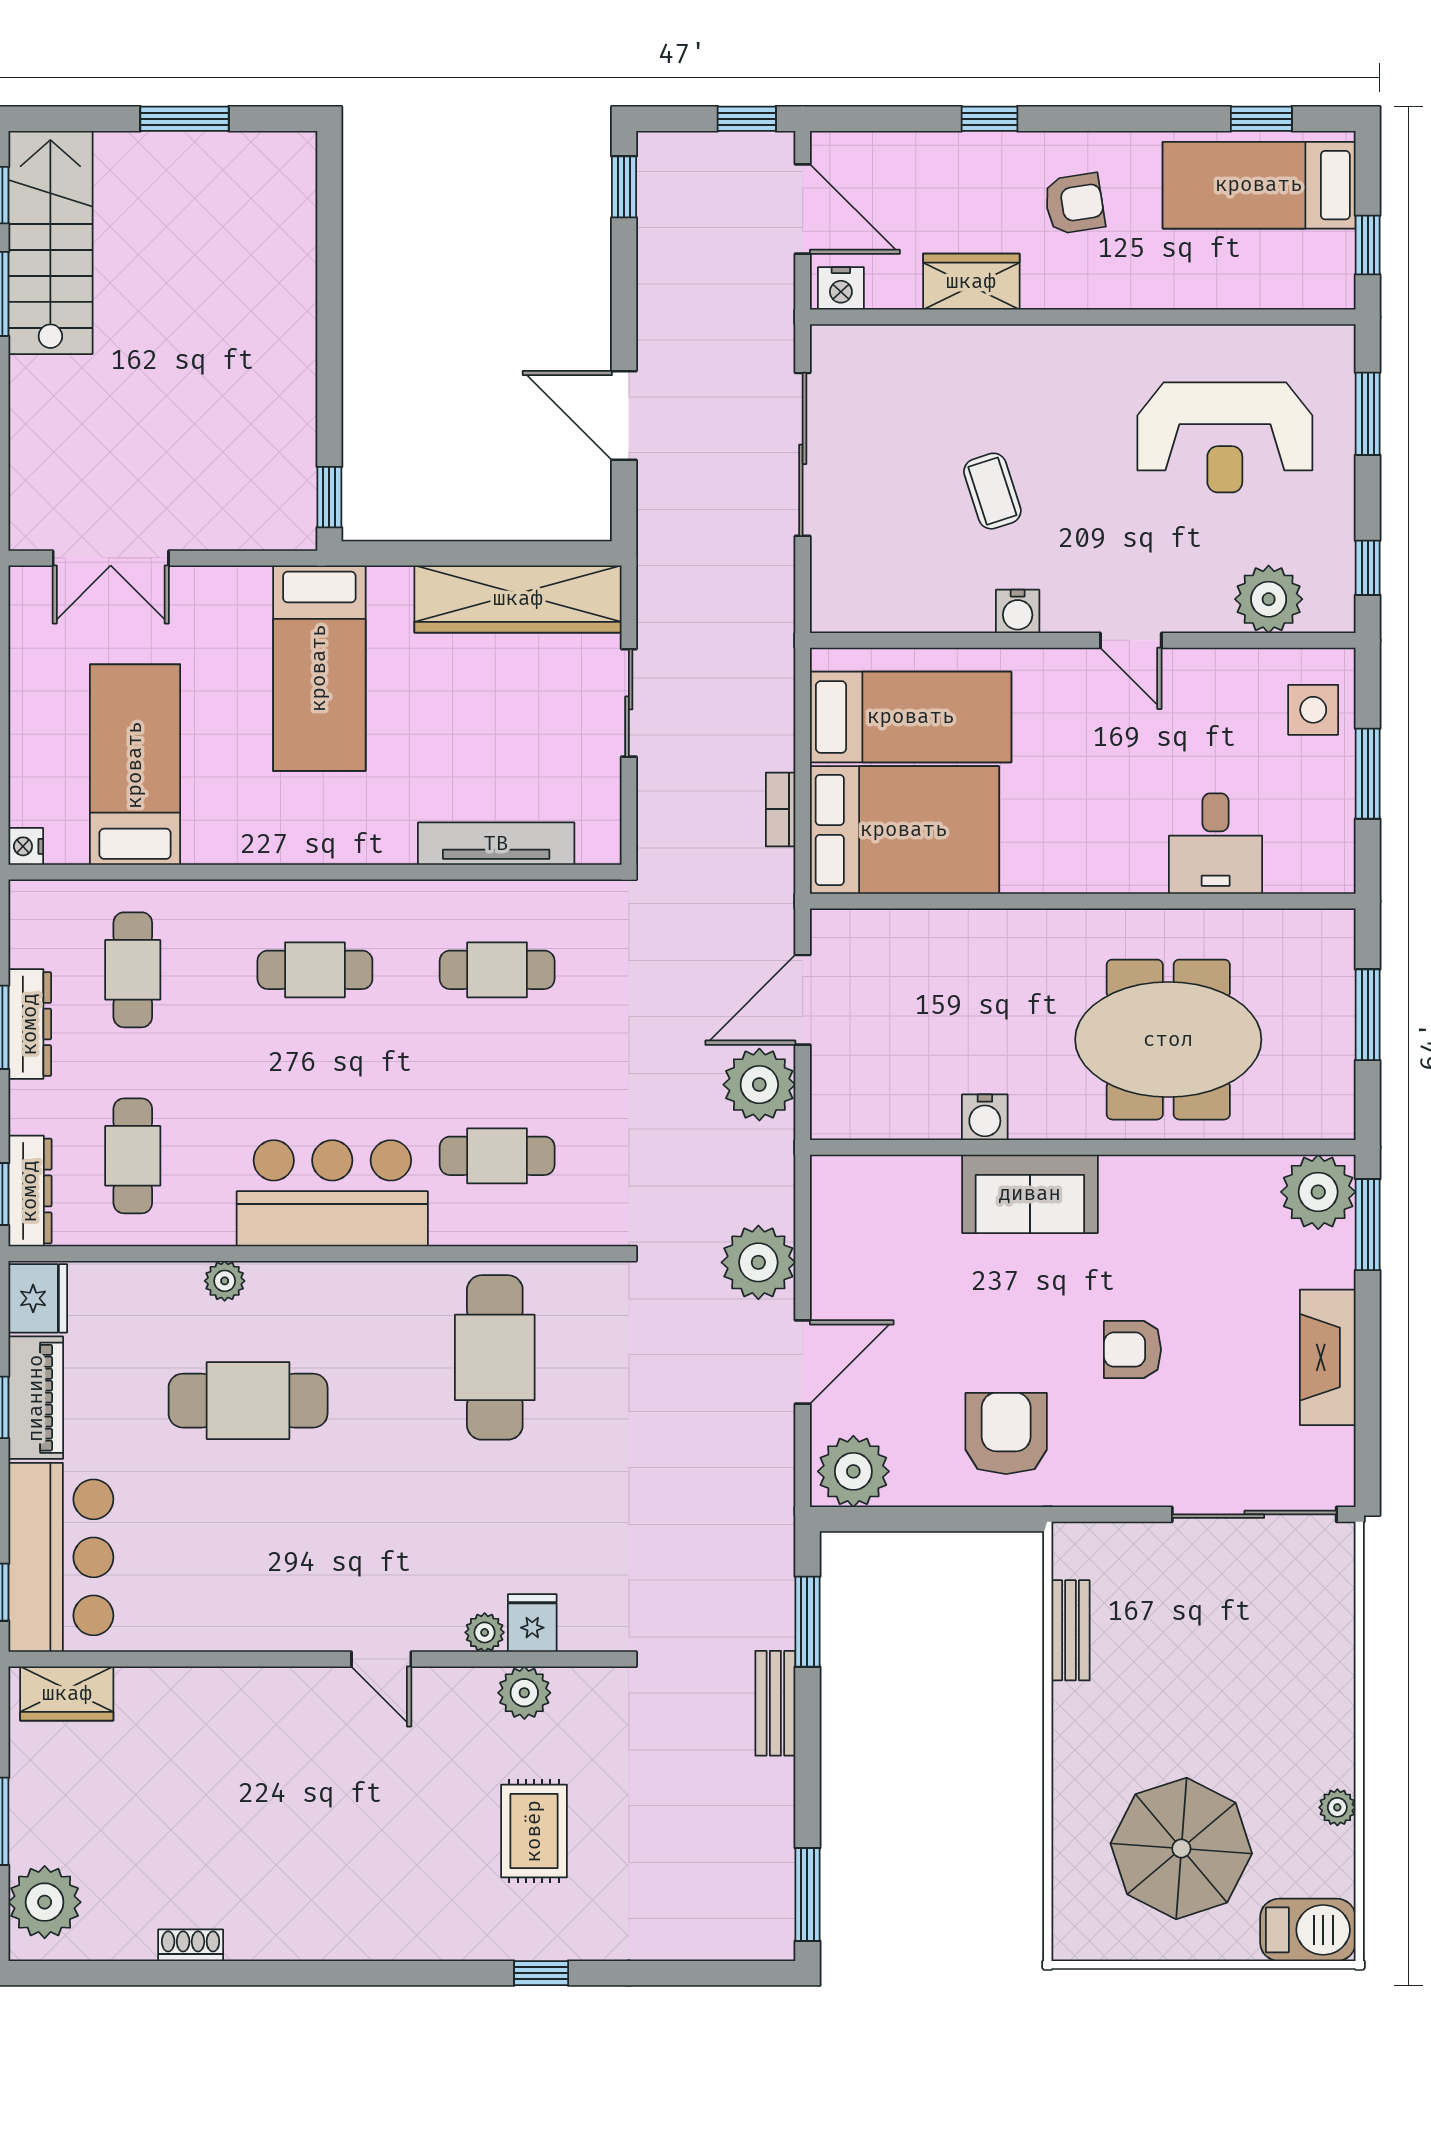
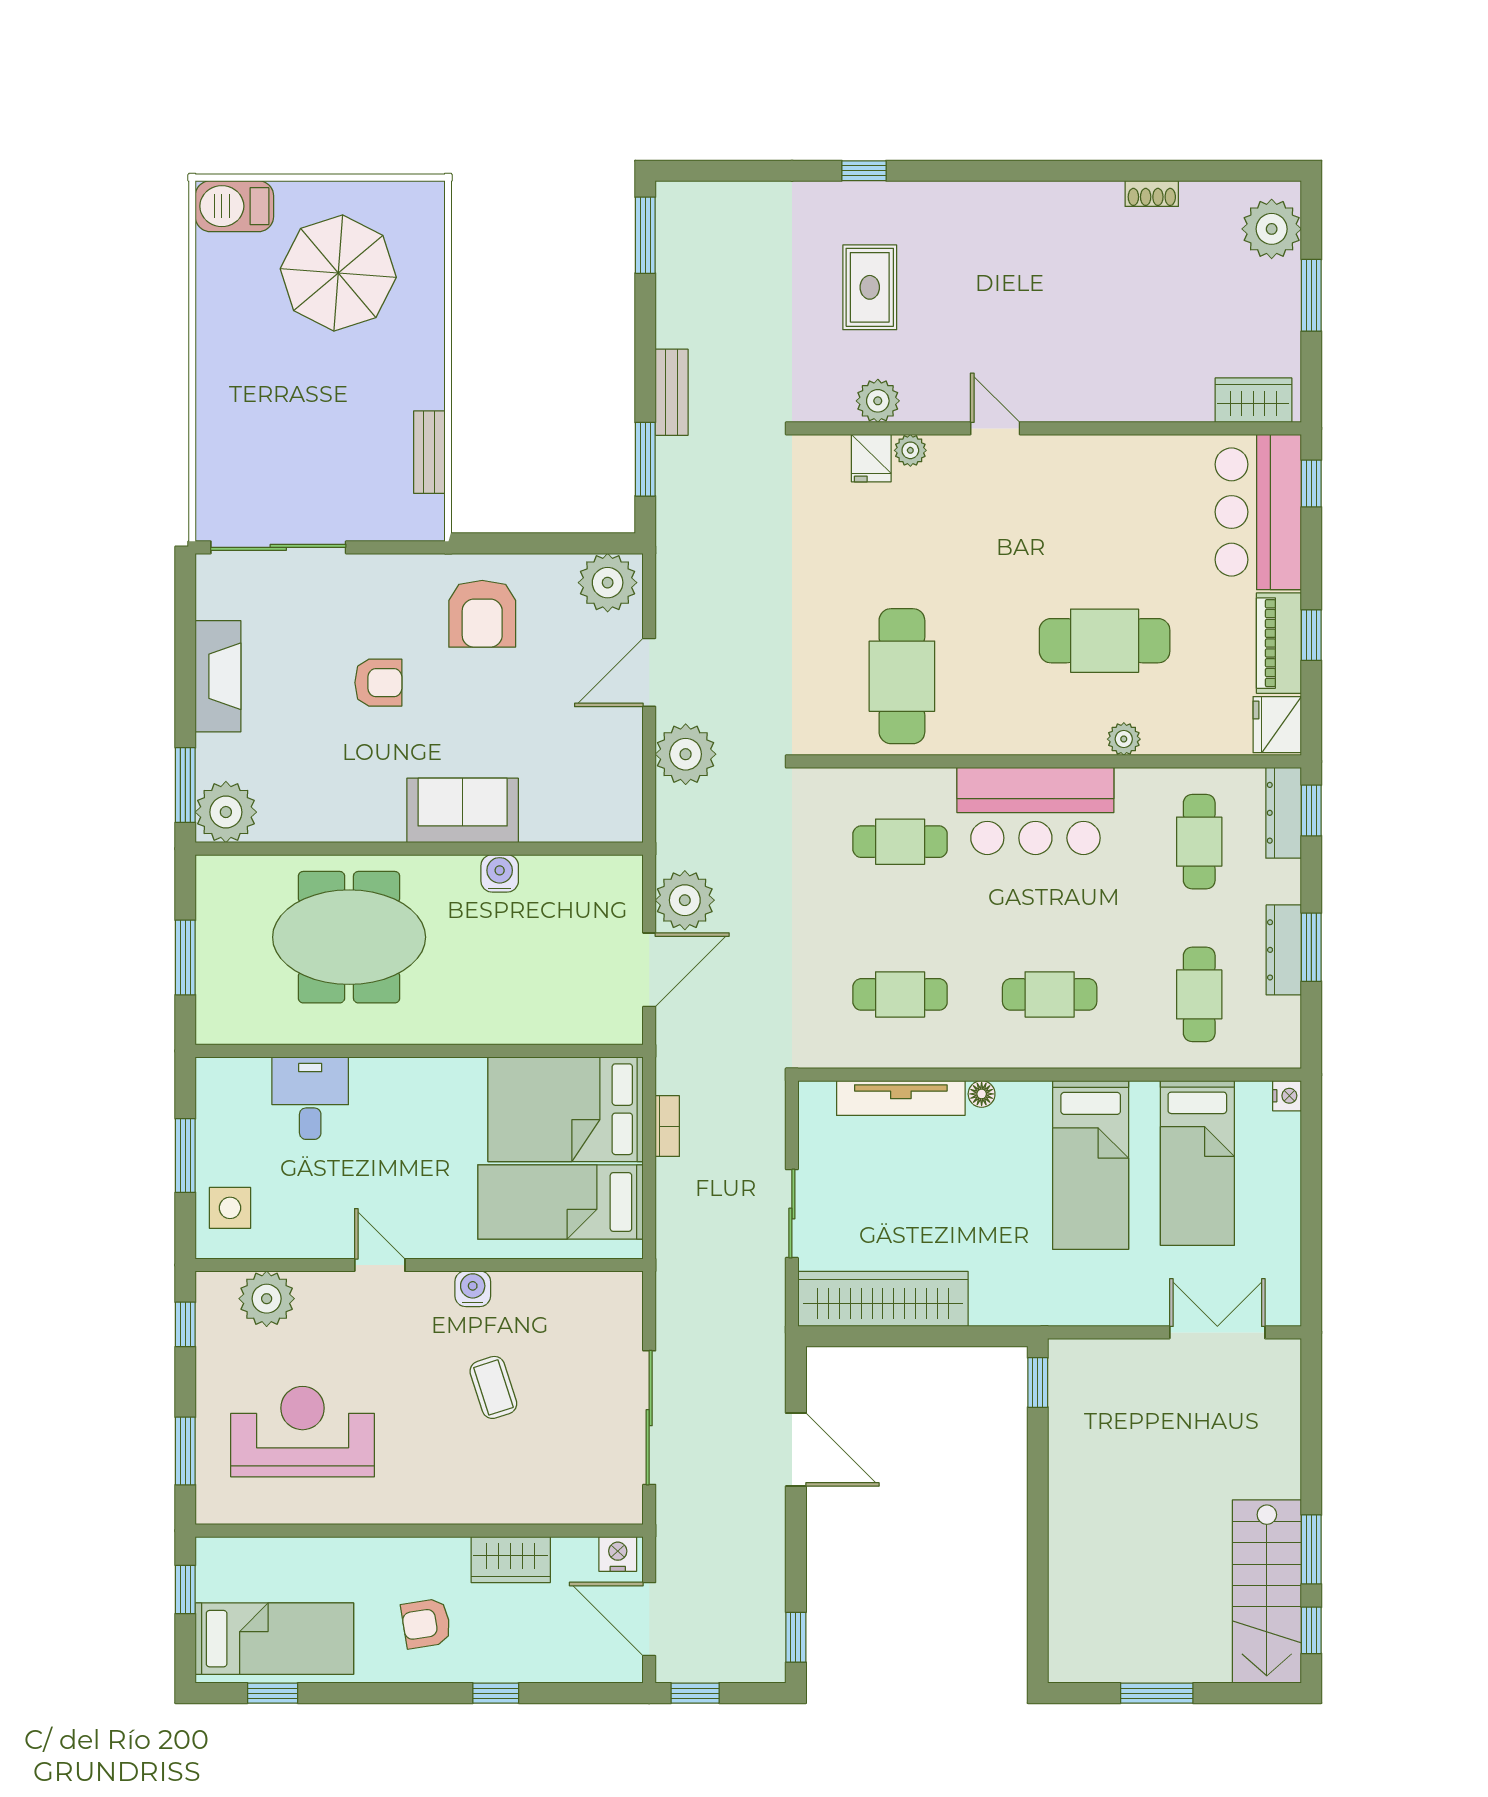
bed: (319, 668) -> (1091, 1165), moved, turned 180
floor lamp: (398, 849) -> (982, 1094), added
plant: (1337, 1807) -> (210, 307), removed

